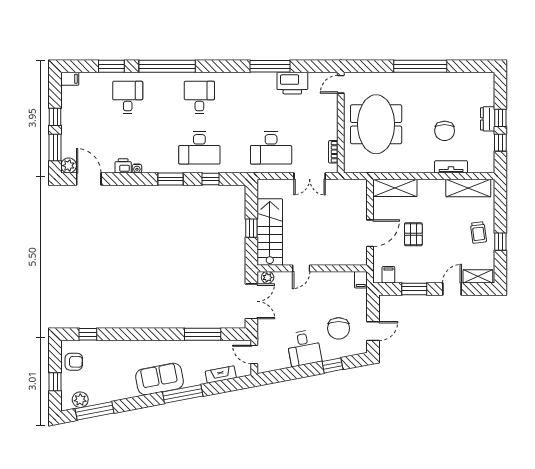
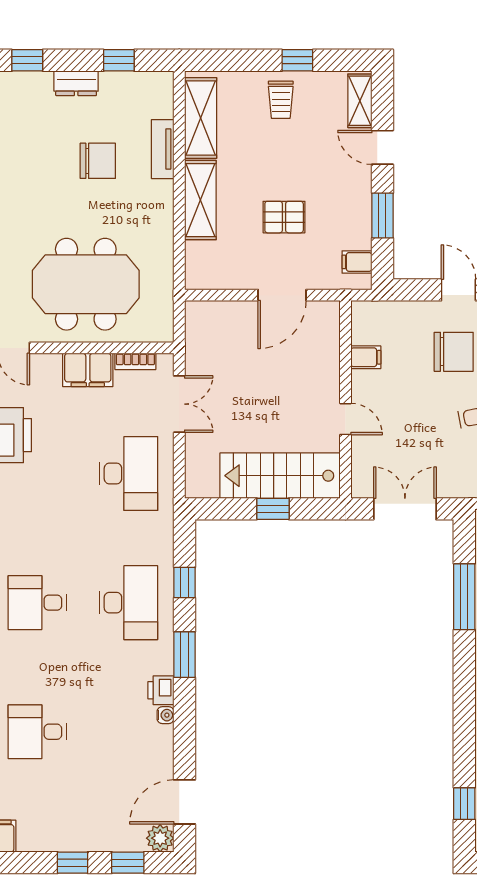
window: (500, 118) -> (27, 60), moved
filing cabinet: (329, 125) -> (88, 370), added
window: (55, 148) -> (128, 863), width x0.67
printer: (123, 166) -> (161, 690), moved
shelving: (395, 188) -> (200, 200), moved
trolley: (478, 232) -> (281, 100), turned 97
door: (370, 233) -> (282, 295), swing flipped
plant: (268, 277) -> (362, 480), removed
filing cabinet: (361, 280) -> (366, 357), moved

